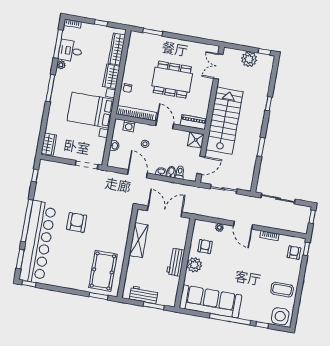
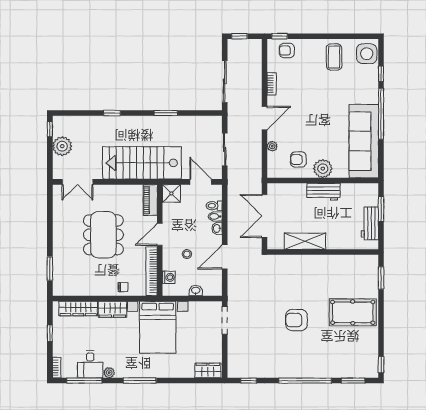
bar counter: (38, 242) -> (329, 363), removed
pool table: (103, 271) -> (353, 312), moved

